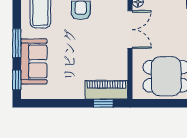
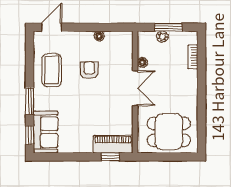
sofa: (34, 61) -> (46, 132), moved

